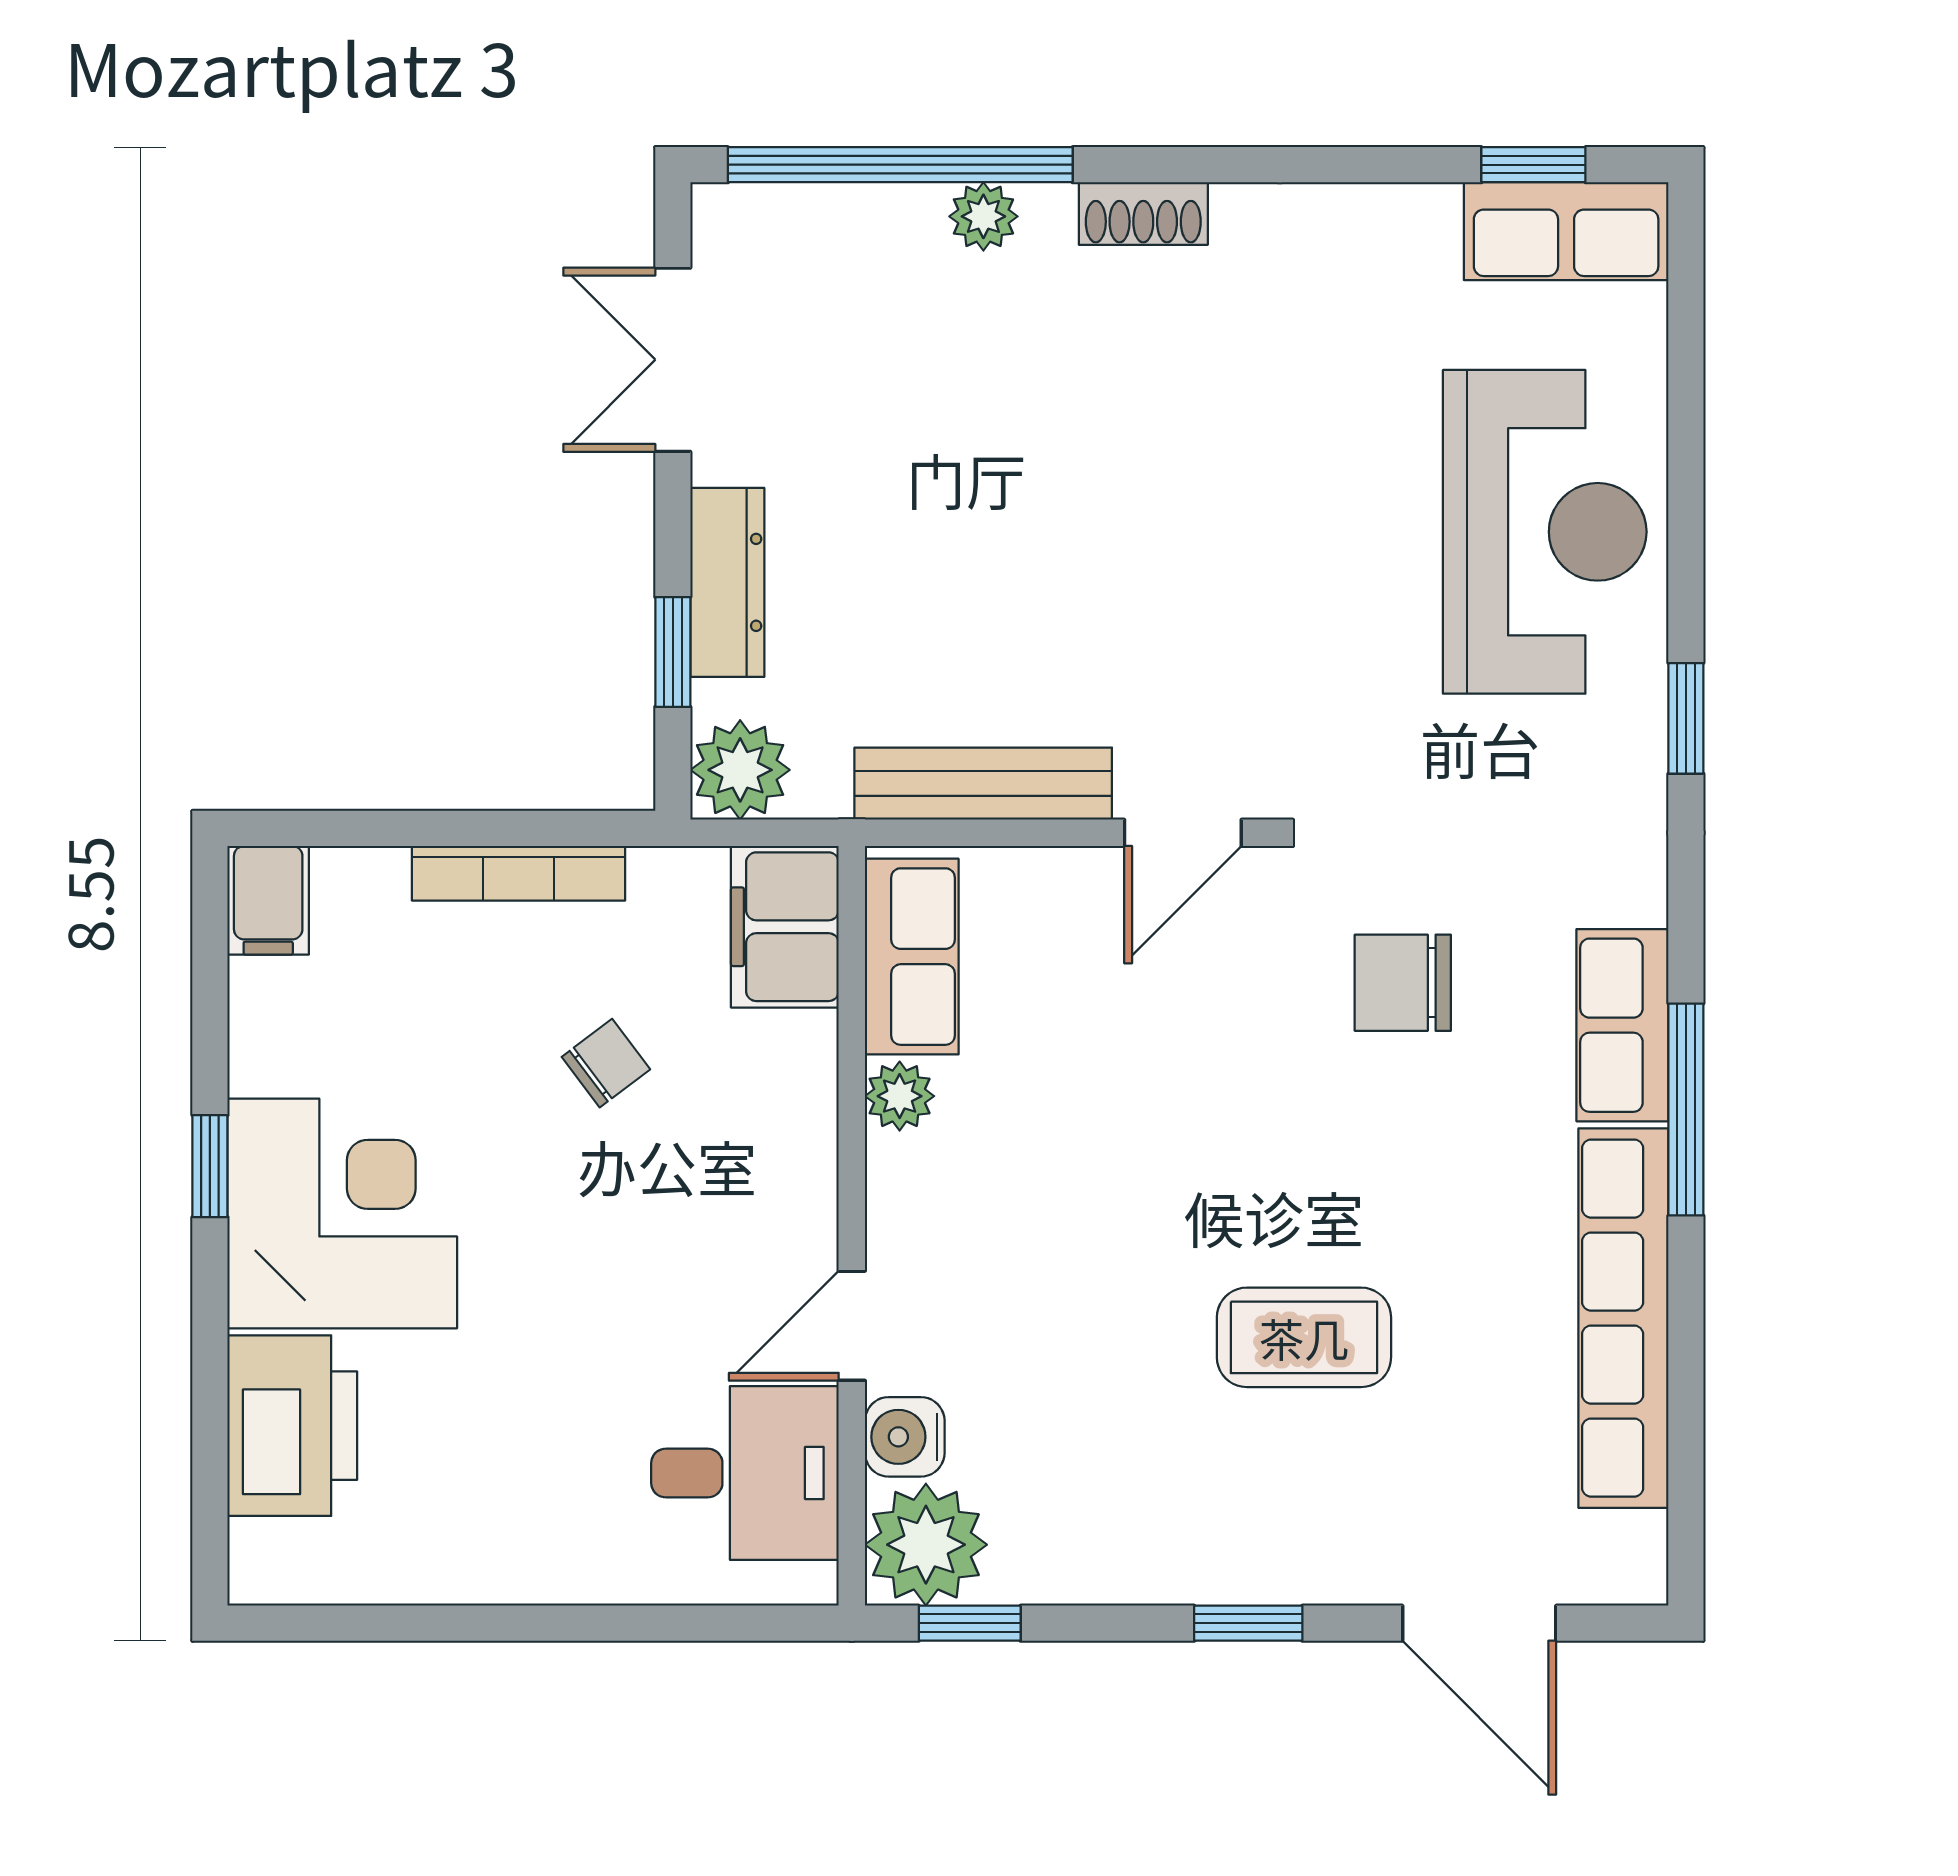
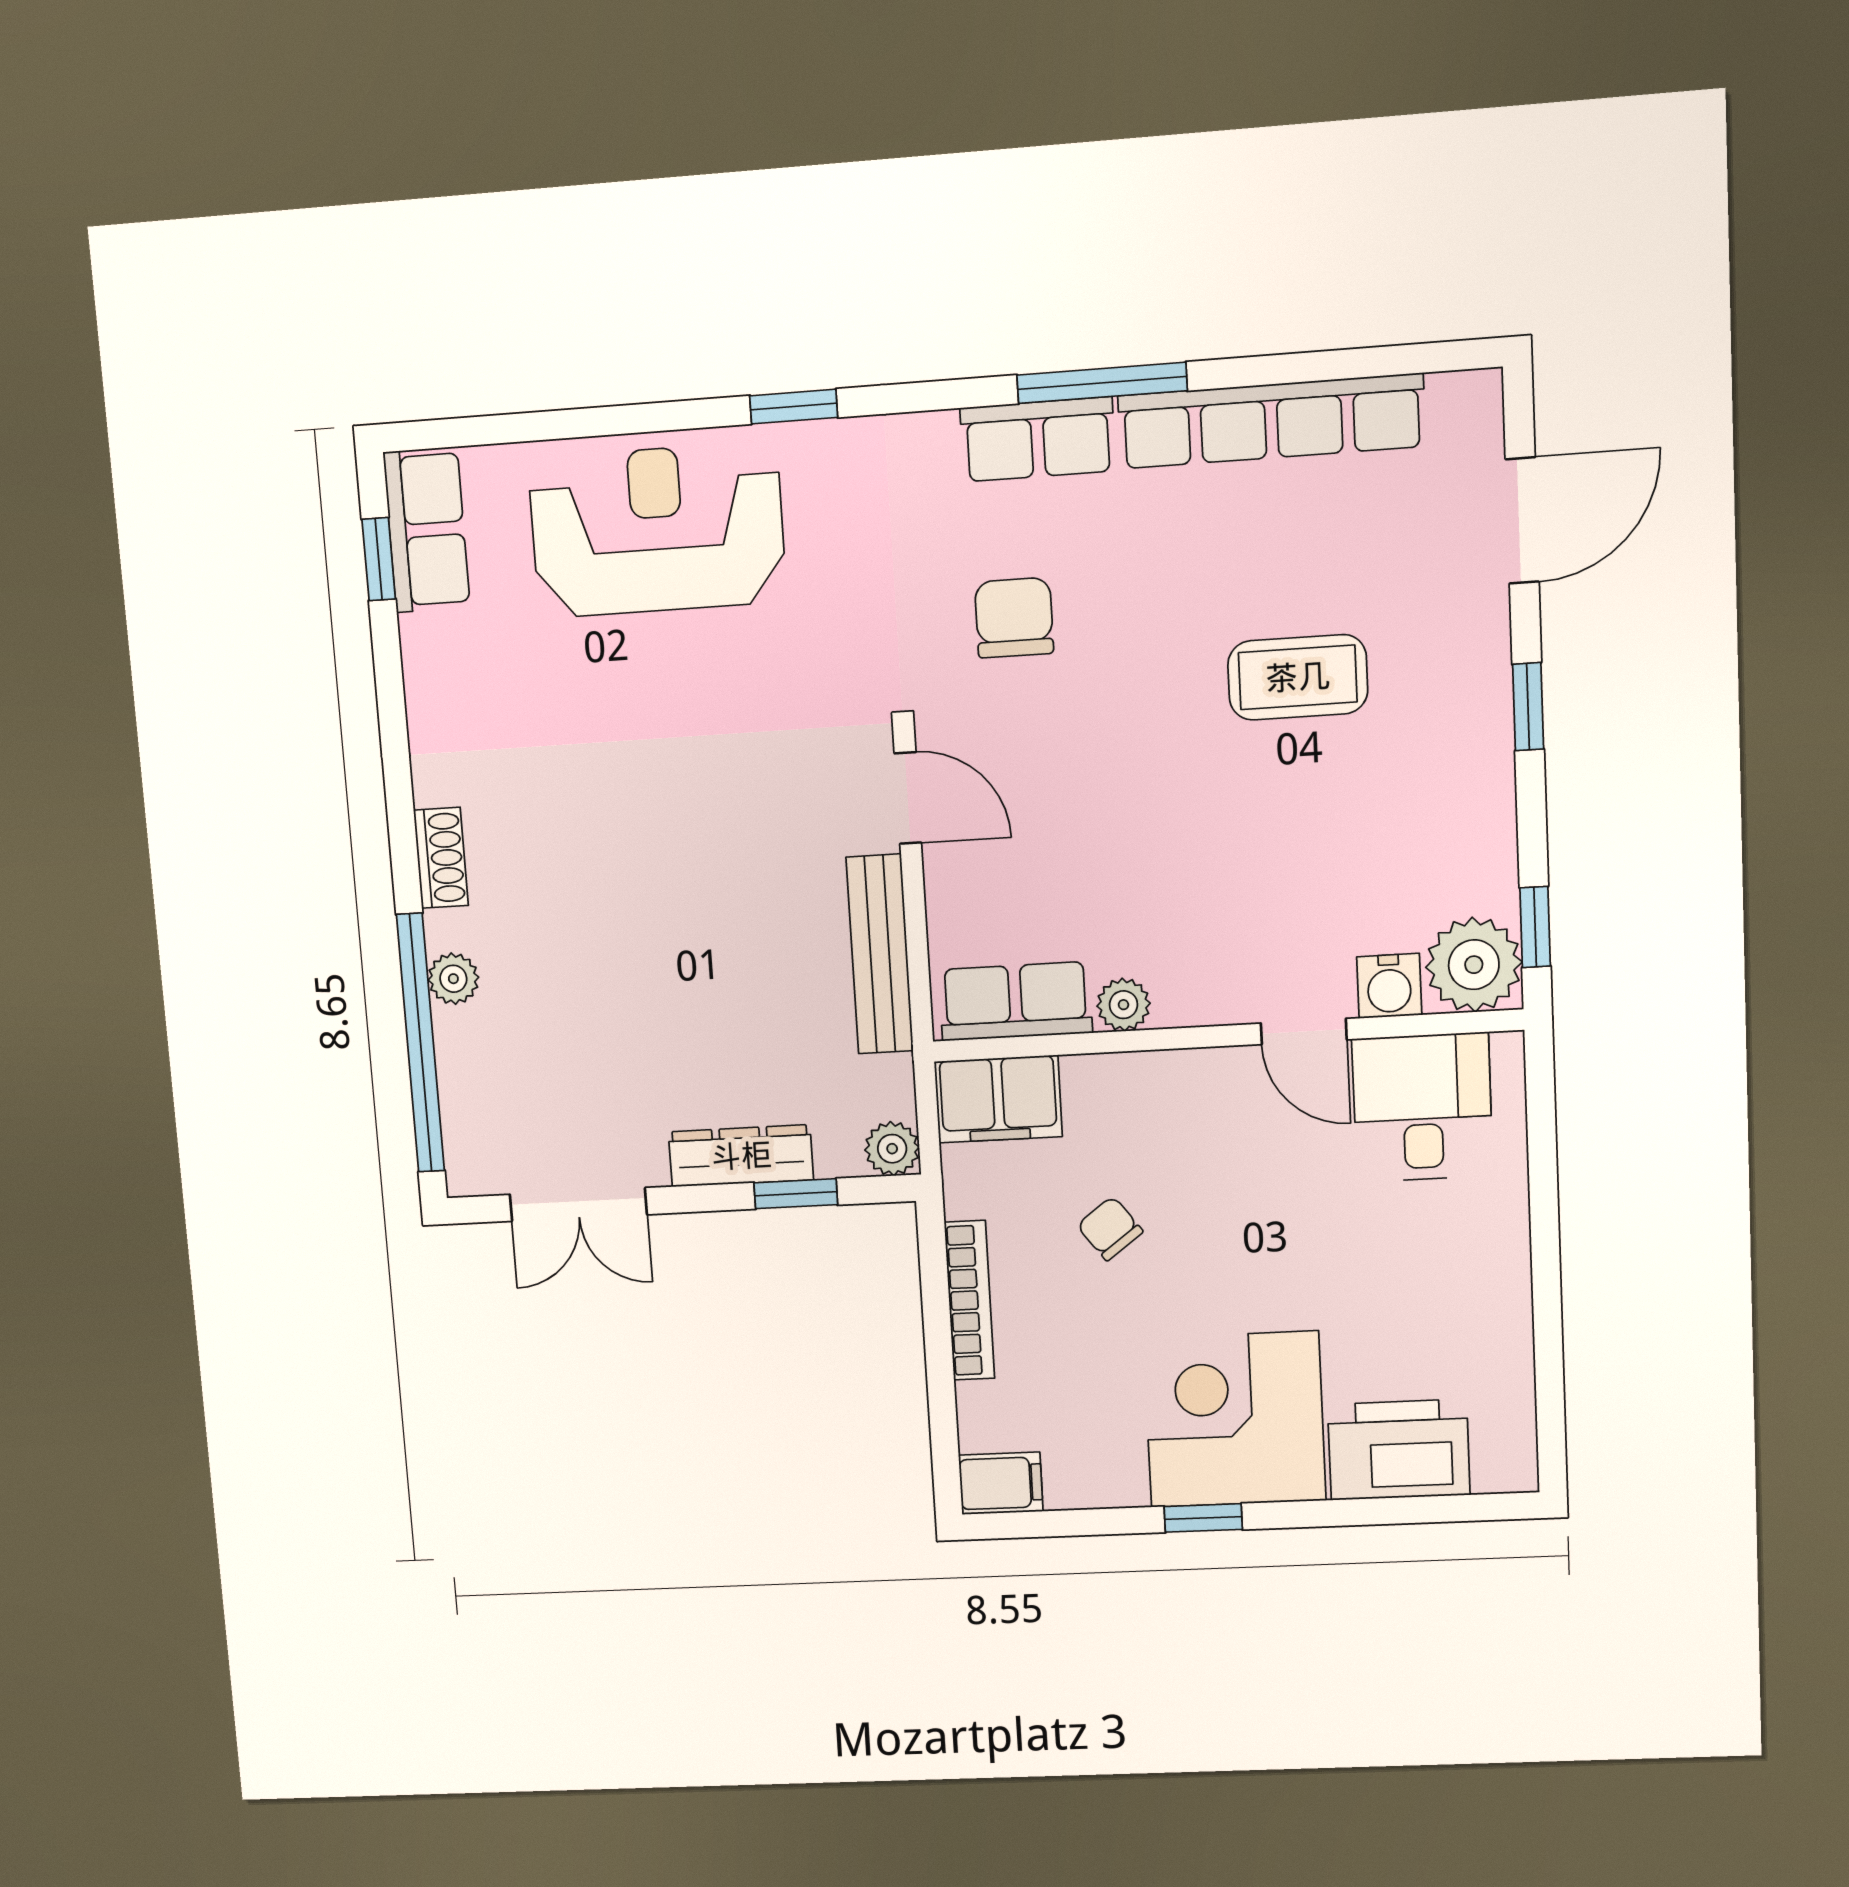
plant: (740, 770) -> (892, 1149), width x0.73, depth x0.73
chair: (1403, 983) -> (1014, 618), turned 180
coffee table: (1304, 1337) -> (1298, 677), turned 90

